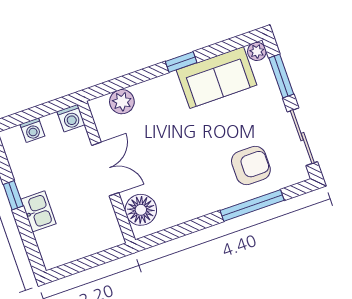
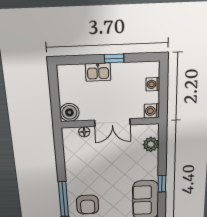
floor lamp: (141, 210) -> (84, 132), width x0.53, depth x0.53
boiler: (108, 235) -> (69, 112), added

